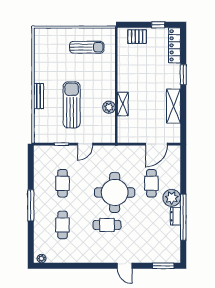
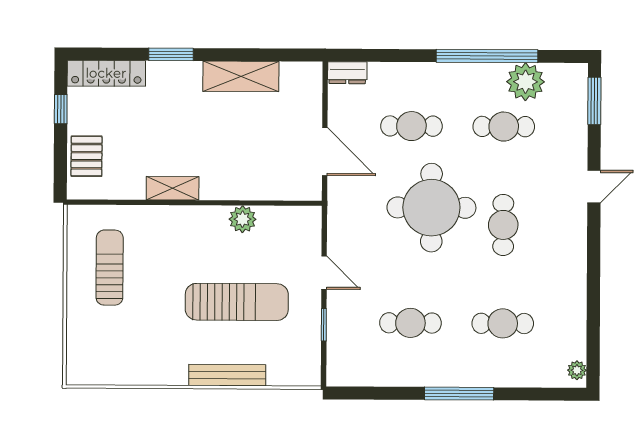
bench: (39, 96) -> (227, 375), width x1.36
shelving: (123, 104) -> (173, 188), moved
sun lounger: (72, 105) -> (237, 302), turned 180
door: (156, 144) -> (325, 151), moved
plant: (172, 198) -> (526, 82), moved
dresser: (175, 216) -> (347, 73), moved
cafe table: (151, 225) -> (504, 127), added

